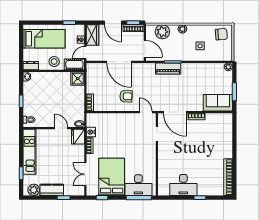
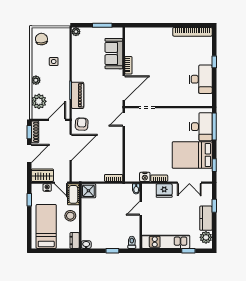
armchair: (126, 96) -> (82, 124), moved
sofa: (218, 103) -> (114, 54), moved
fridge: (78, 137) -> (164, 190), moved

